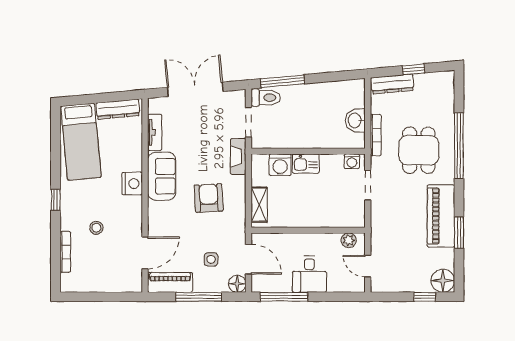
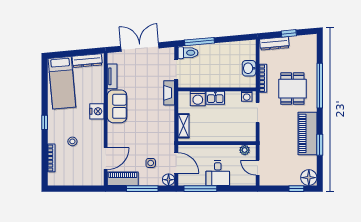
armchair: (209, 198) -> (149, 121), removed

